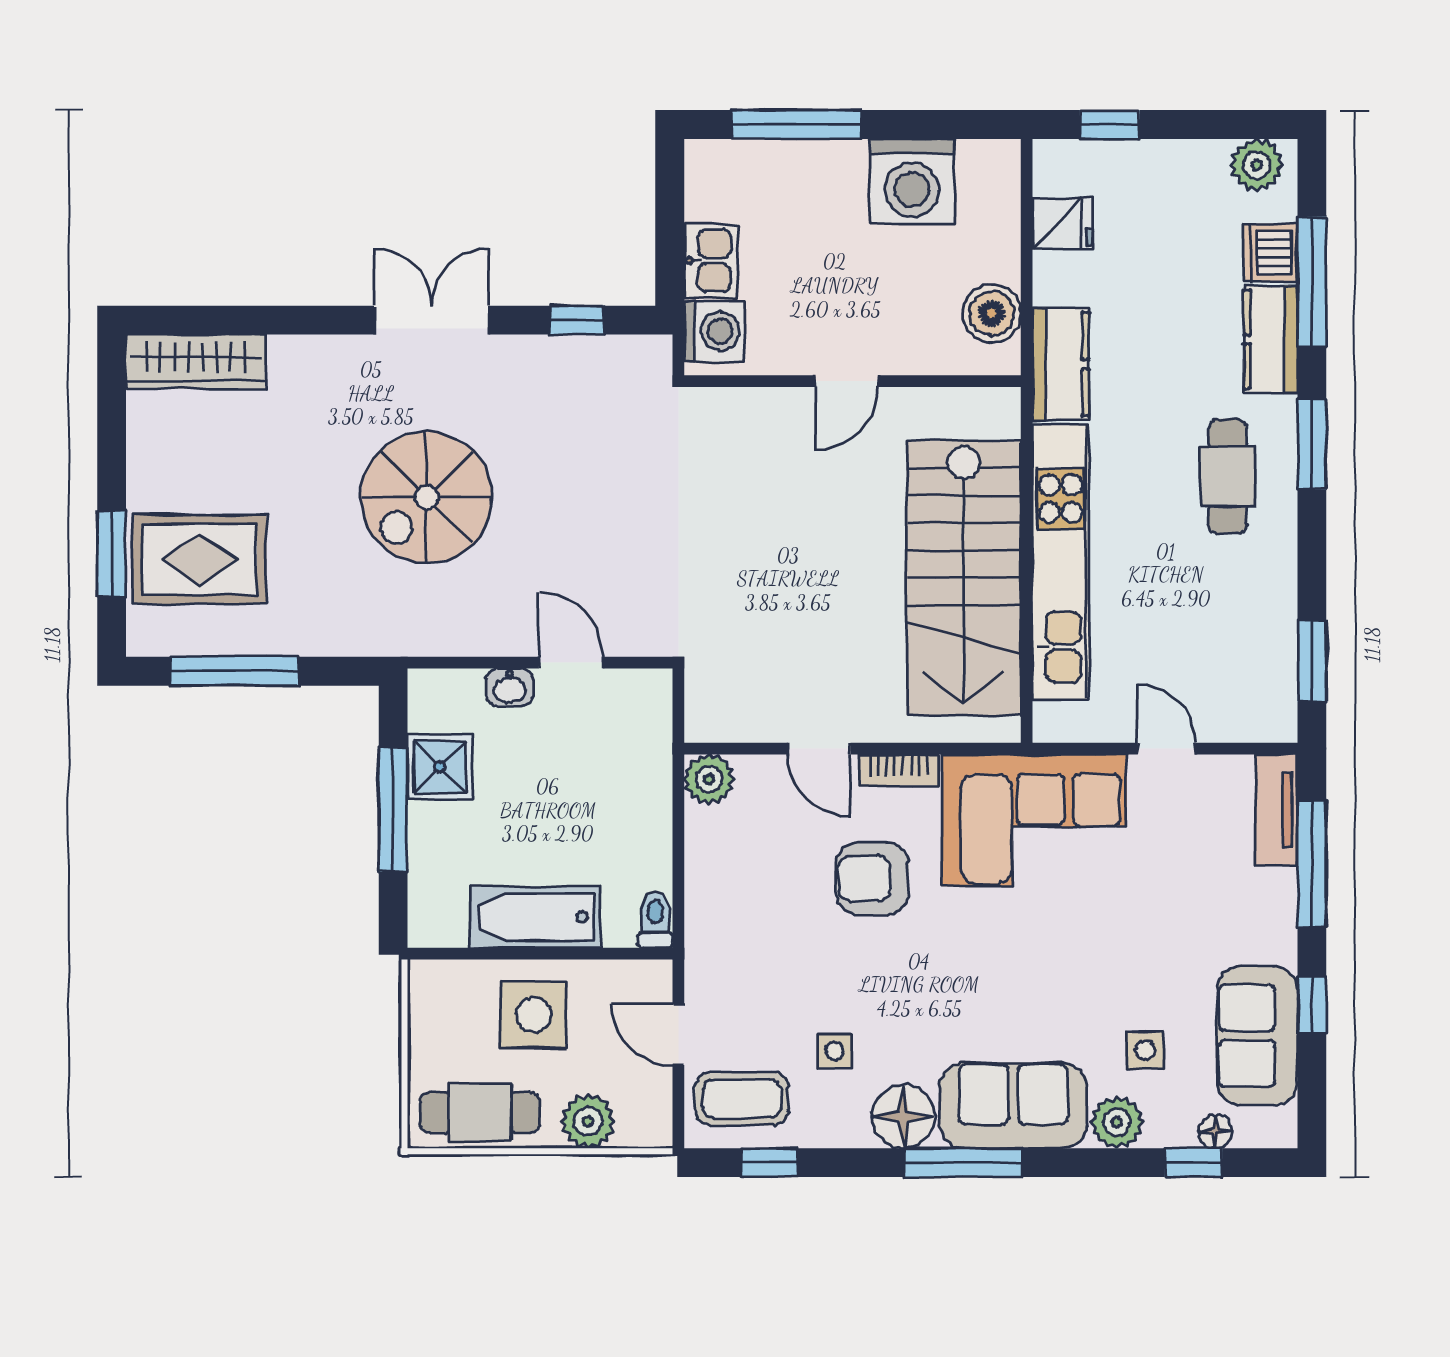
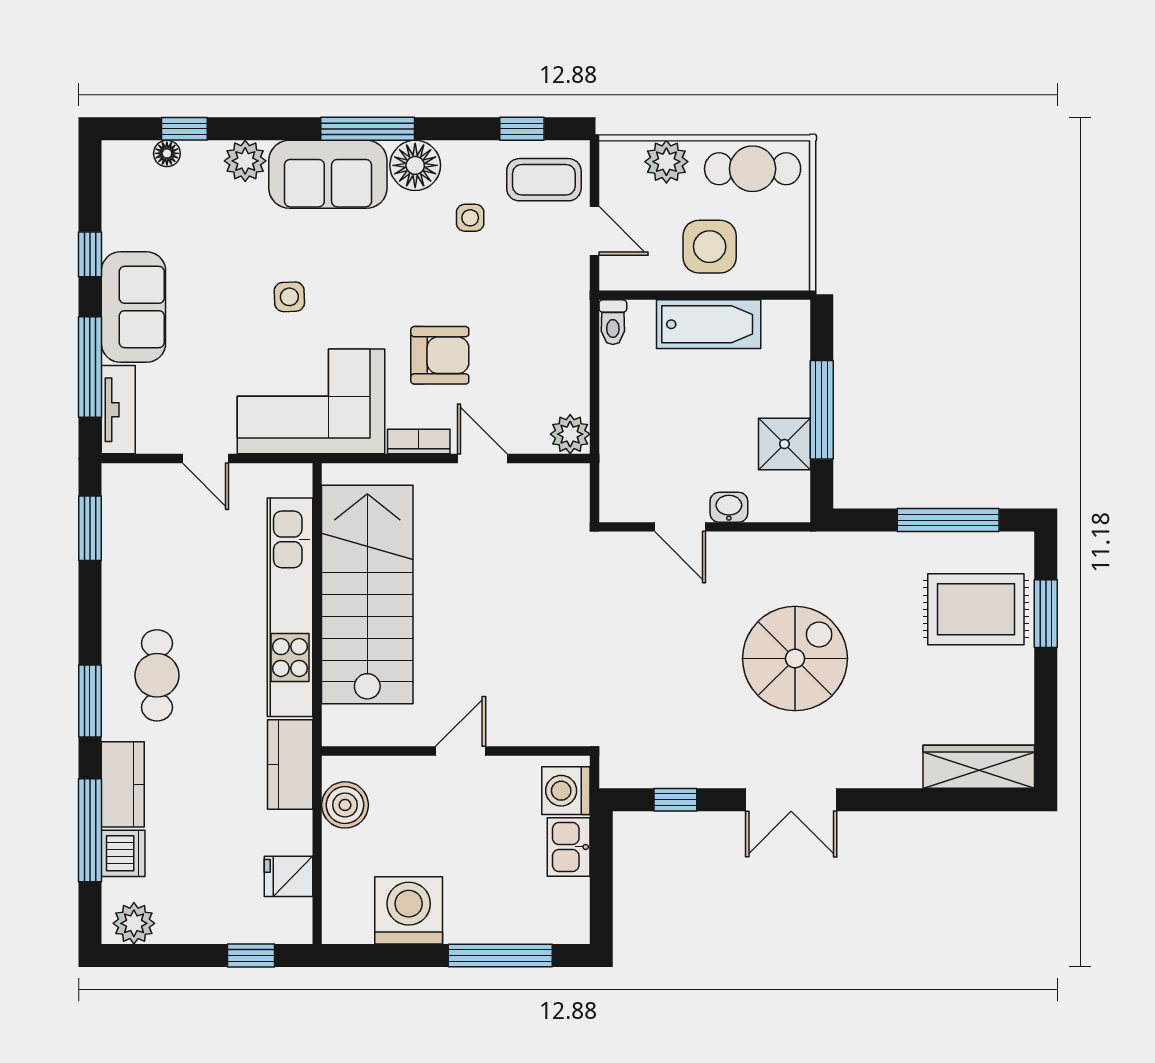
sofa: (1257, 1036) -> (133, 307), moved
side table: (1145, 1050) -> (289, 297), moved

